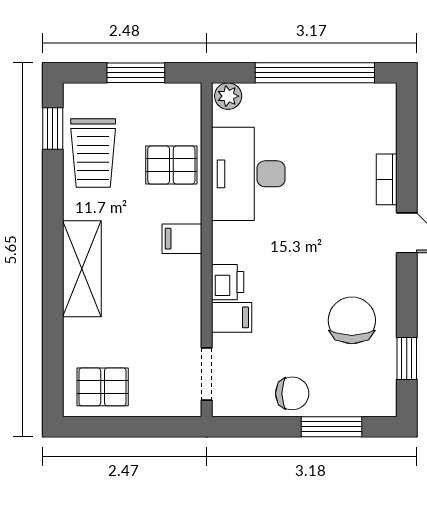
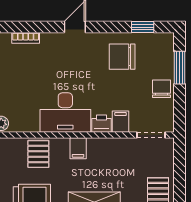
desk: (248, 174) -> (65, 113), moved
bookcase: (387, 179) -> (26, 38), moved

